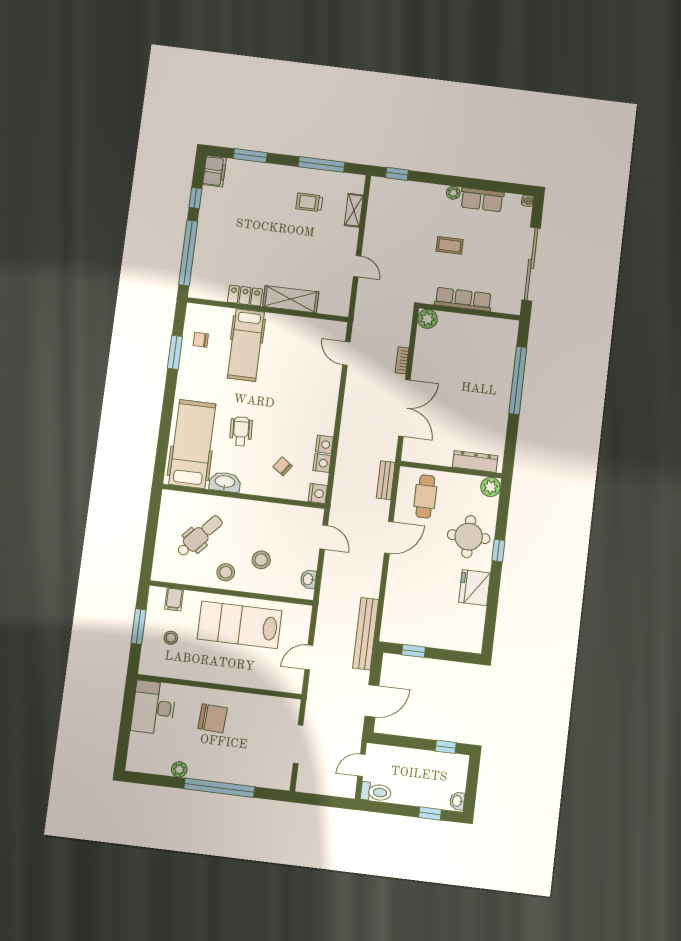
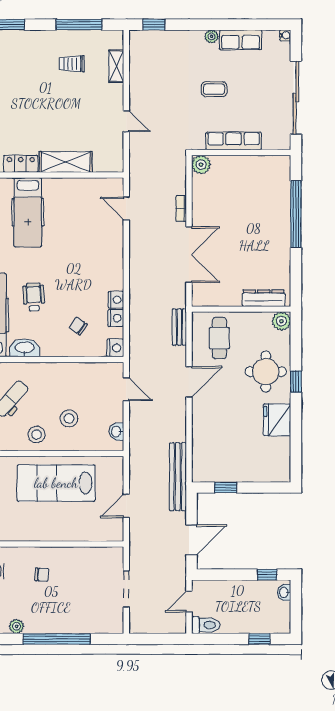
chair: (213, 718) -> (42, 575), width x0.54, depth x0.54
washbasin: (457, 801) -> (284, 592), moved

